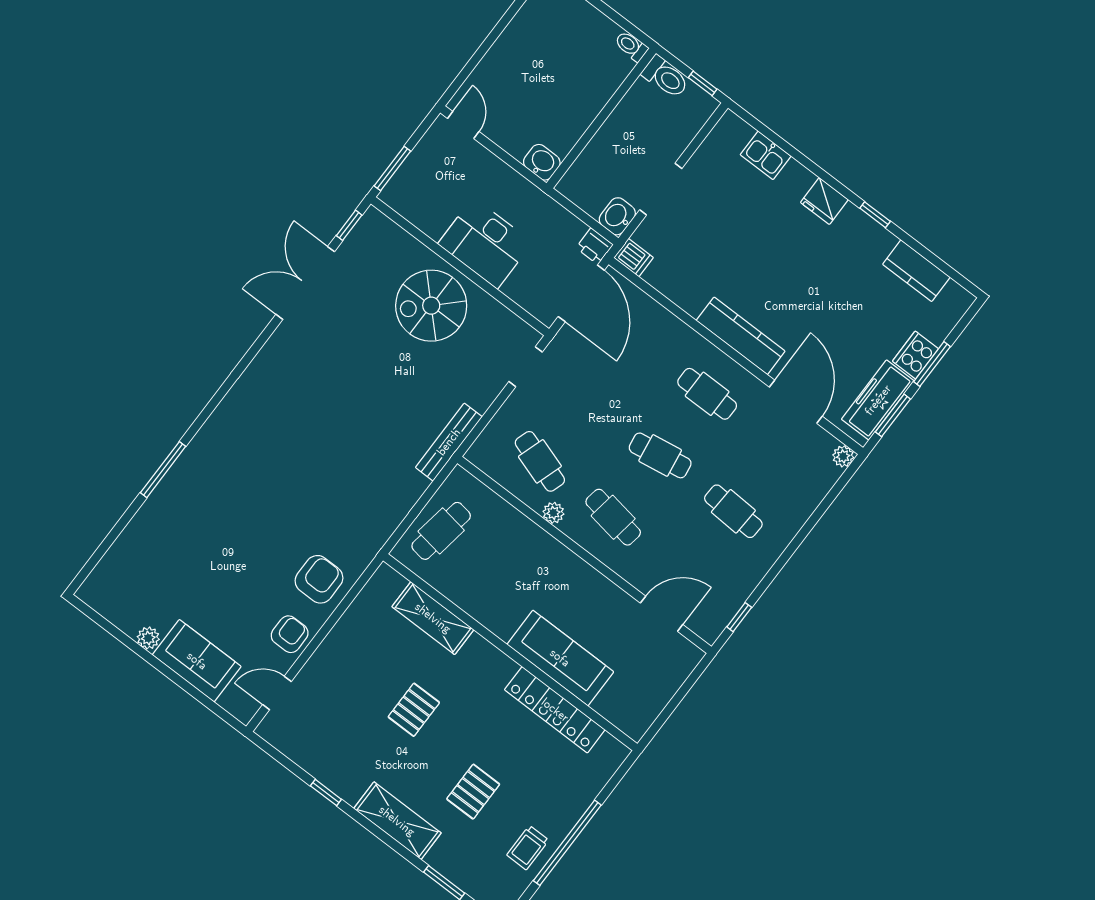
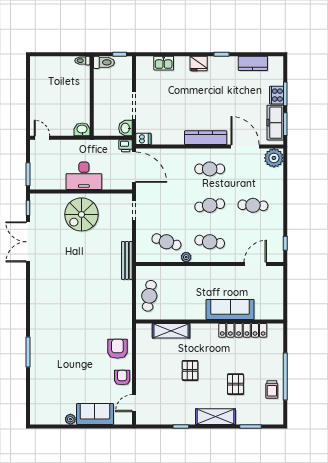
plant: (843, 456) -> (274, 158), width x1.88, depth x1.88

